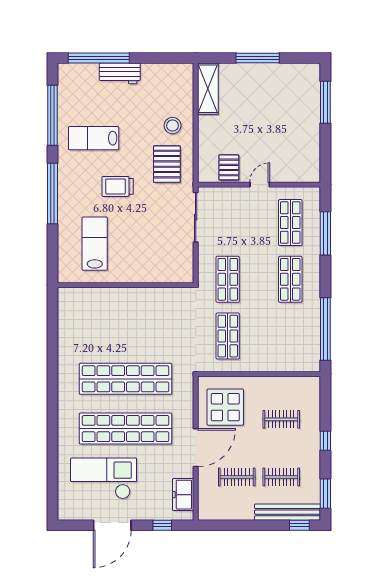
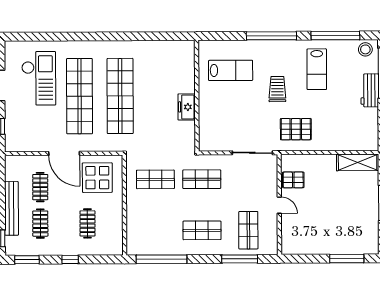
stool: (173, 126) -> (365, 49), moved
lab bench: (94, 138) -> (317, 69), turned 180
shop shelf: (290, 223) -> (248, 230), turned 90
freezer: (183, 495) -> (187, 107), moved, turned -90
bench: (288, 512) -> (12, 208), moved

